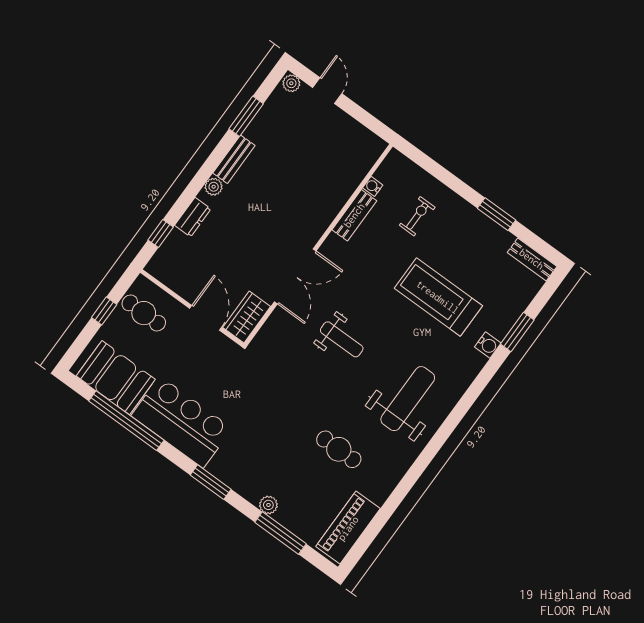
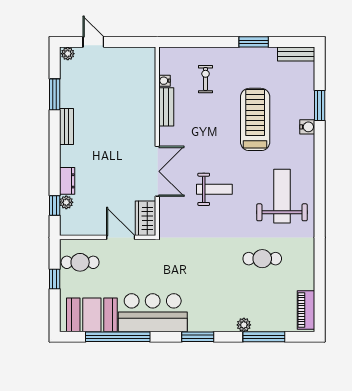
plant: (214, 187) -> (66, 202), moved
treadmill: (438, 297) -> (255, 119), turned 90
piano: (348, 528) -> (306, 310), width x0.73, depth x0.75

